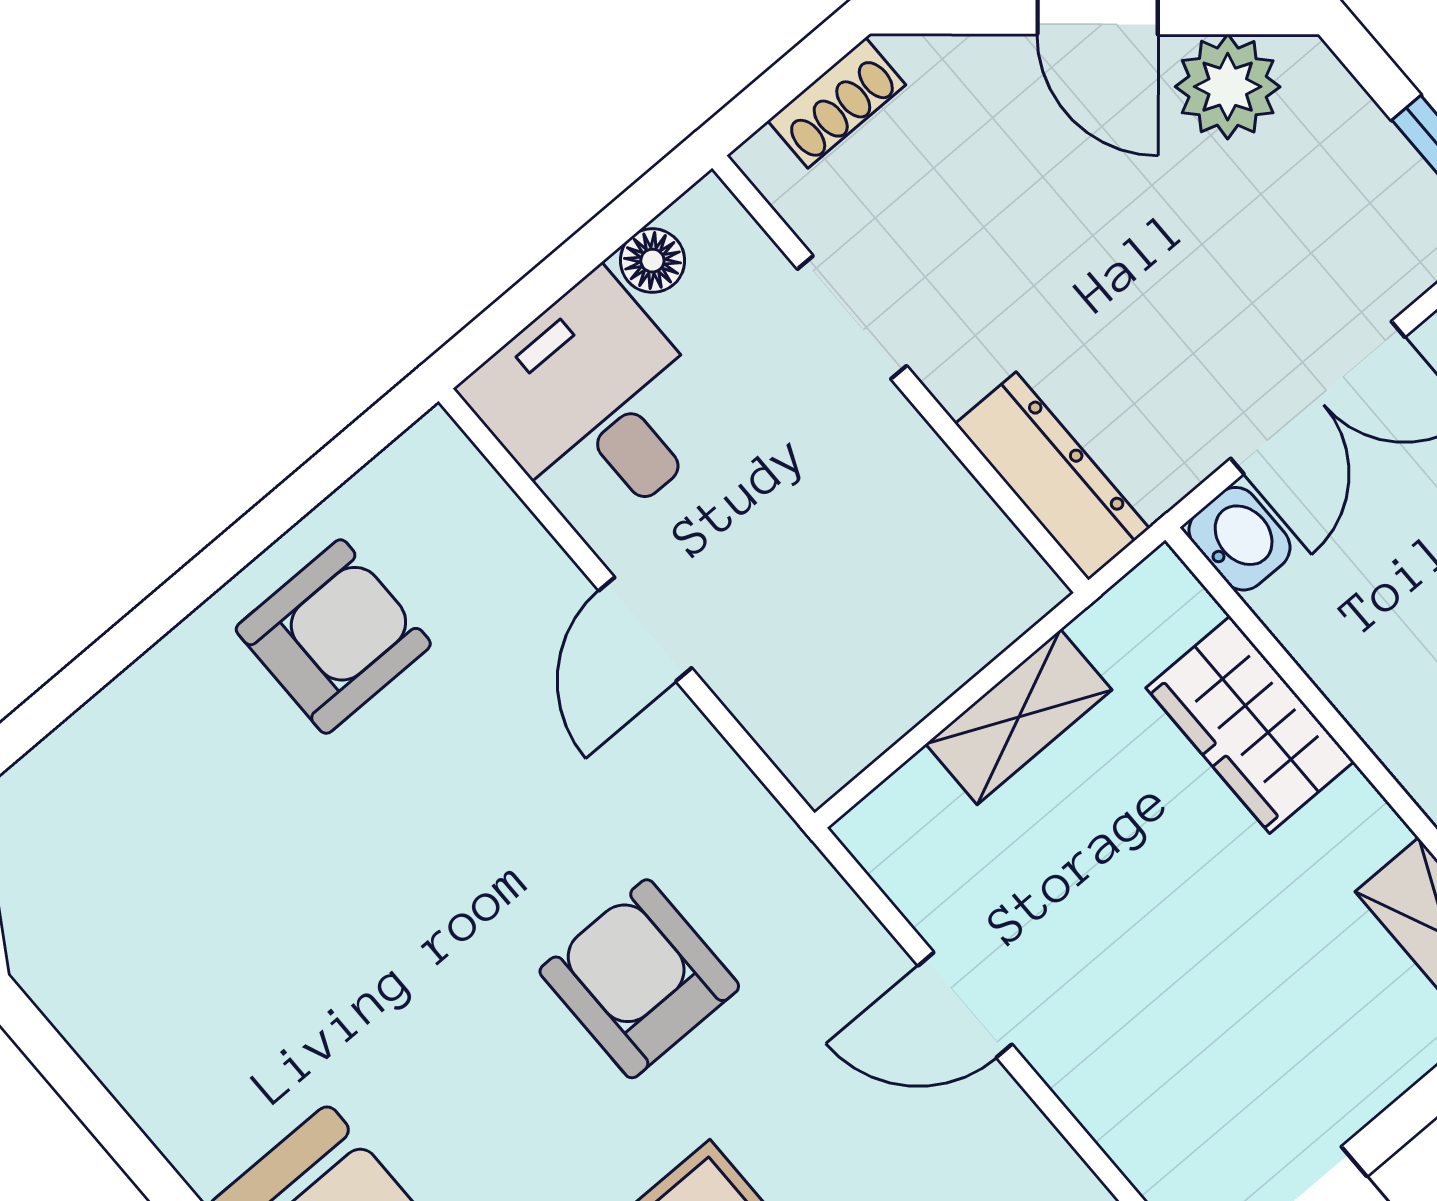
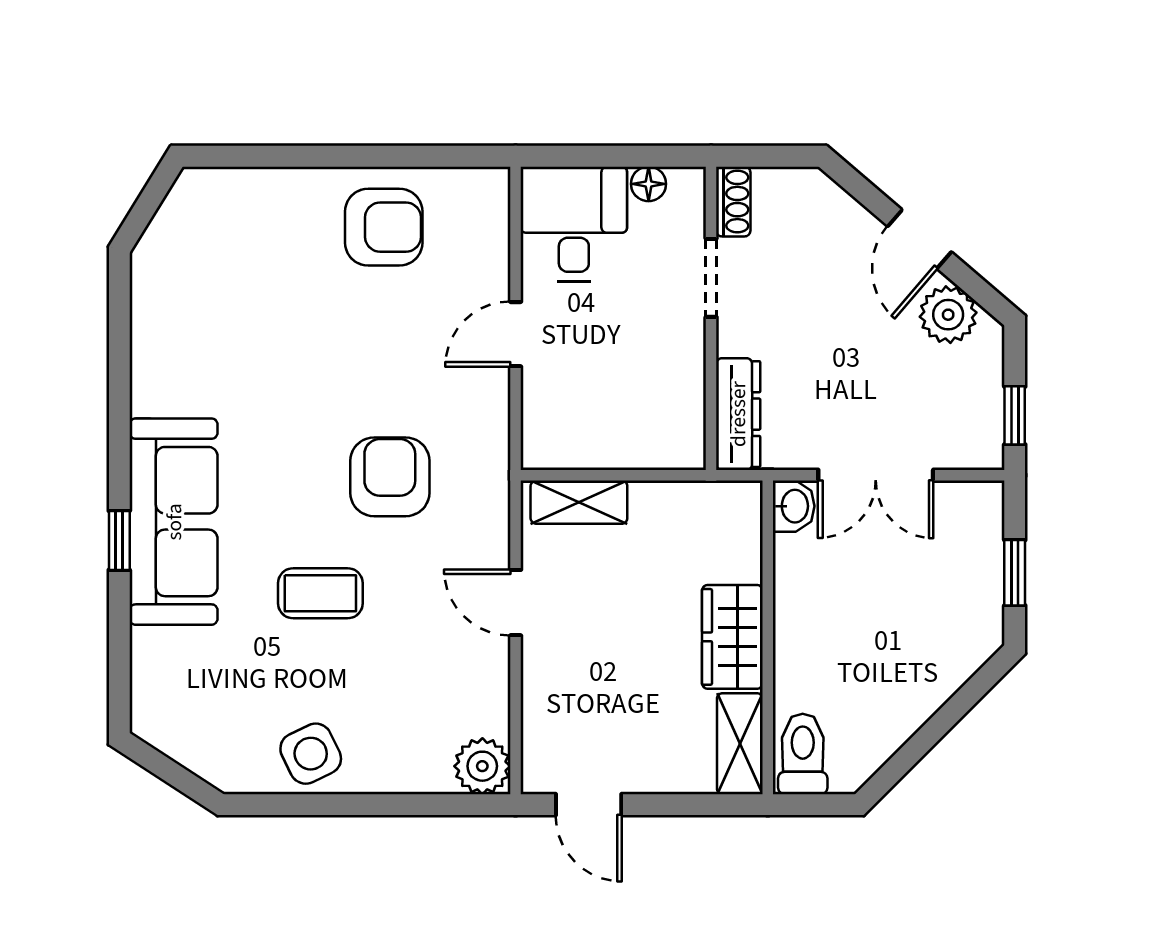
shoe rack: (837, 103) -> (733, 202), moved, turned -90
shelving: (1019, 717) -> (579, 502), moved
wardrobe: (1250, 725) -> (732, 637), moved

